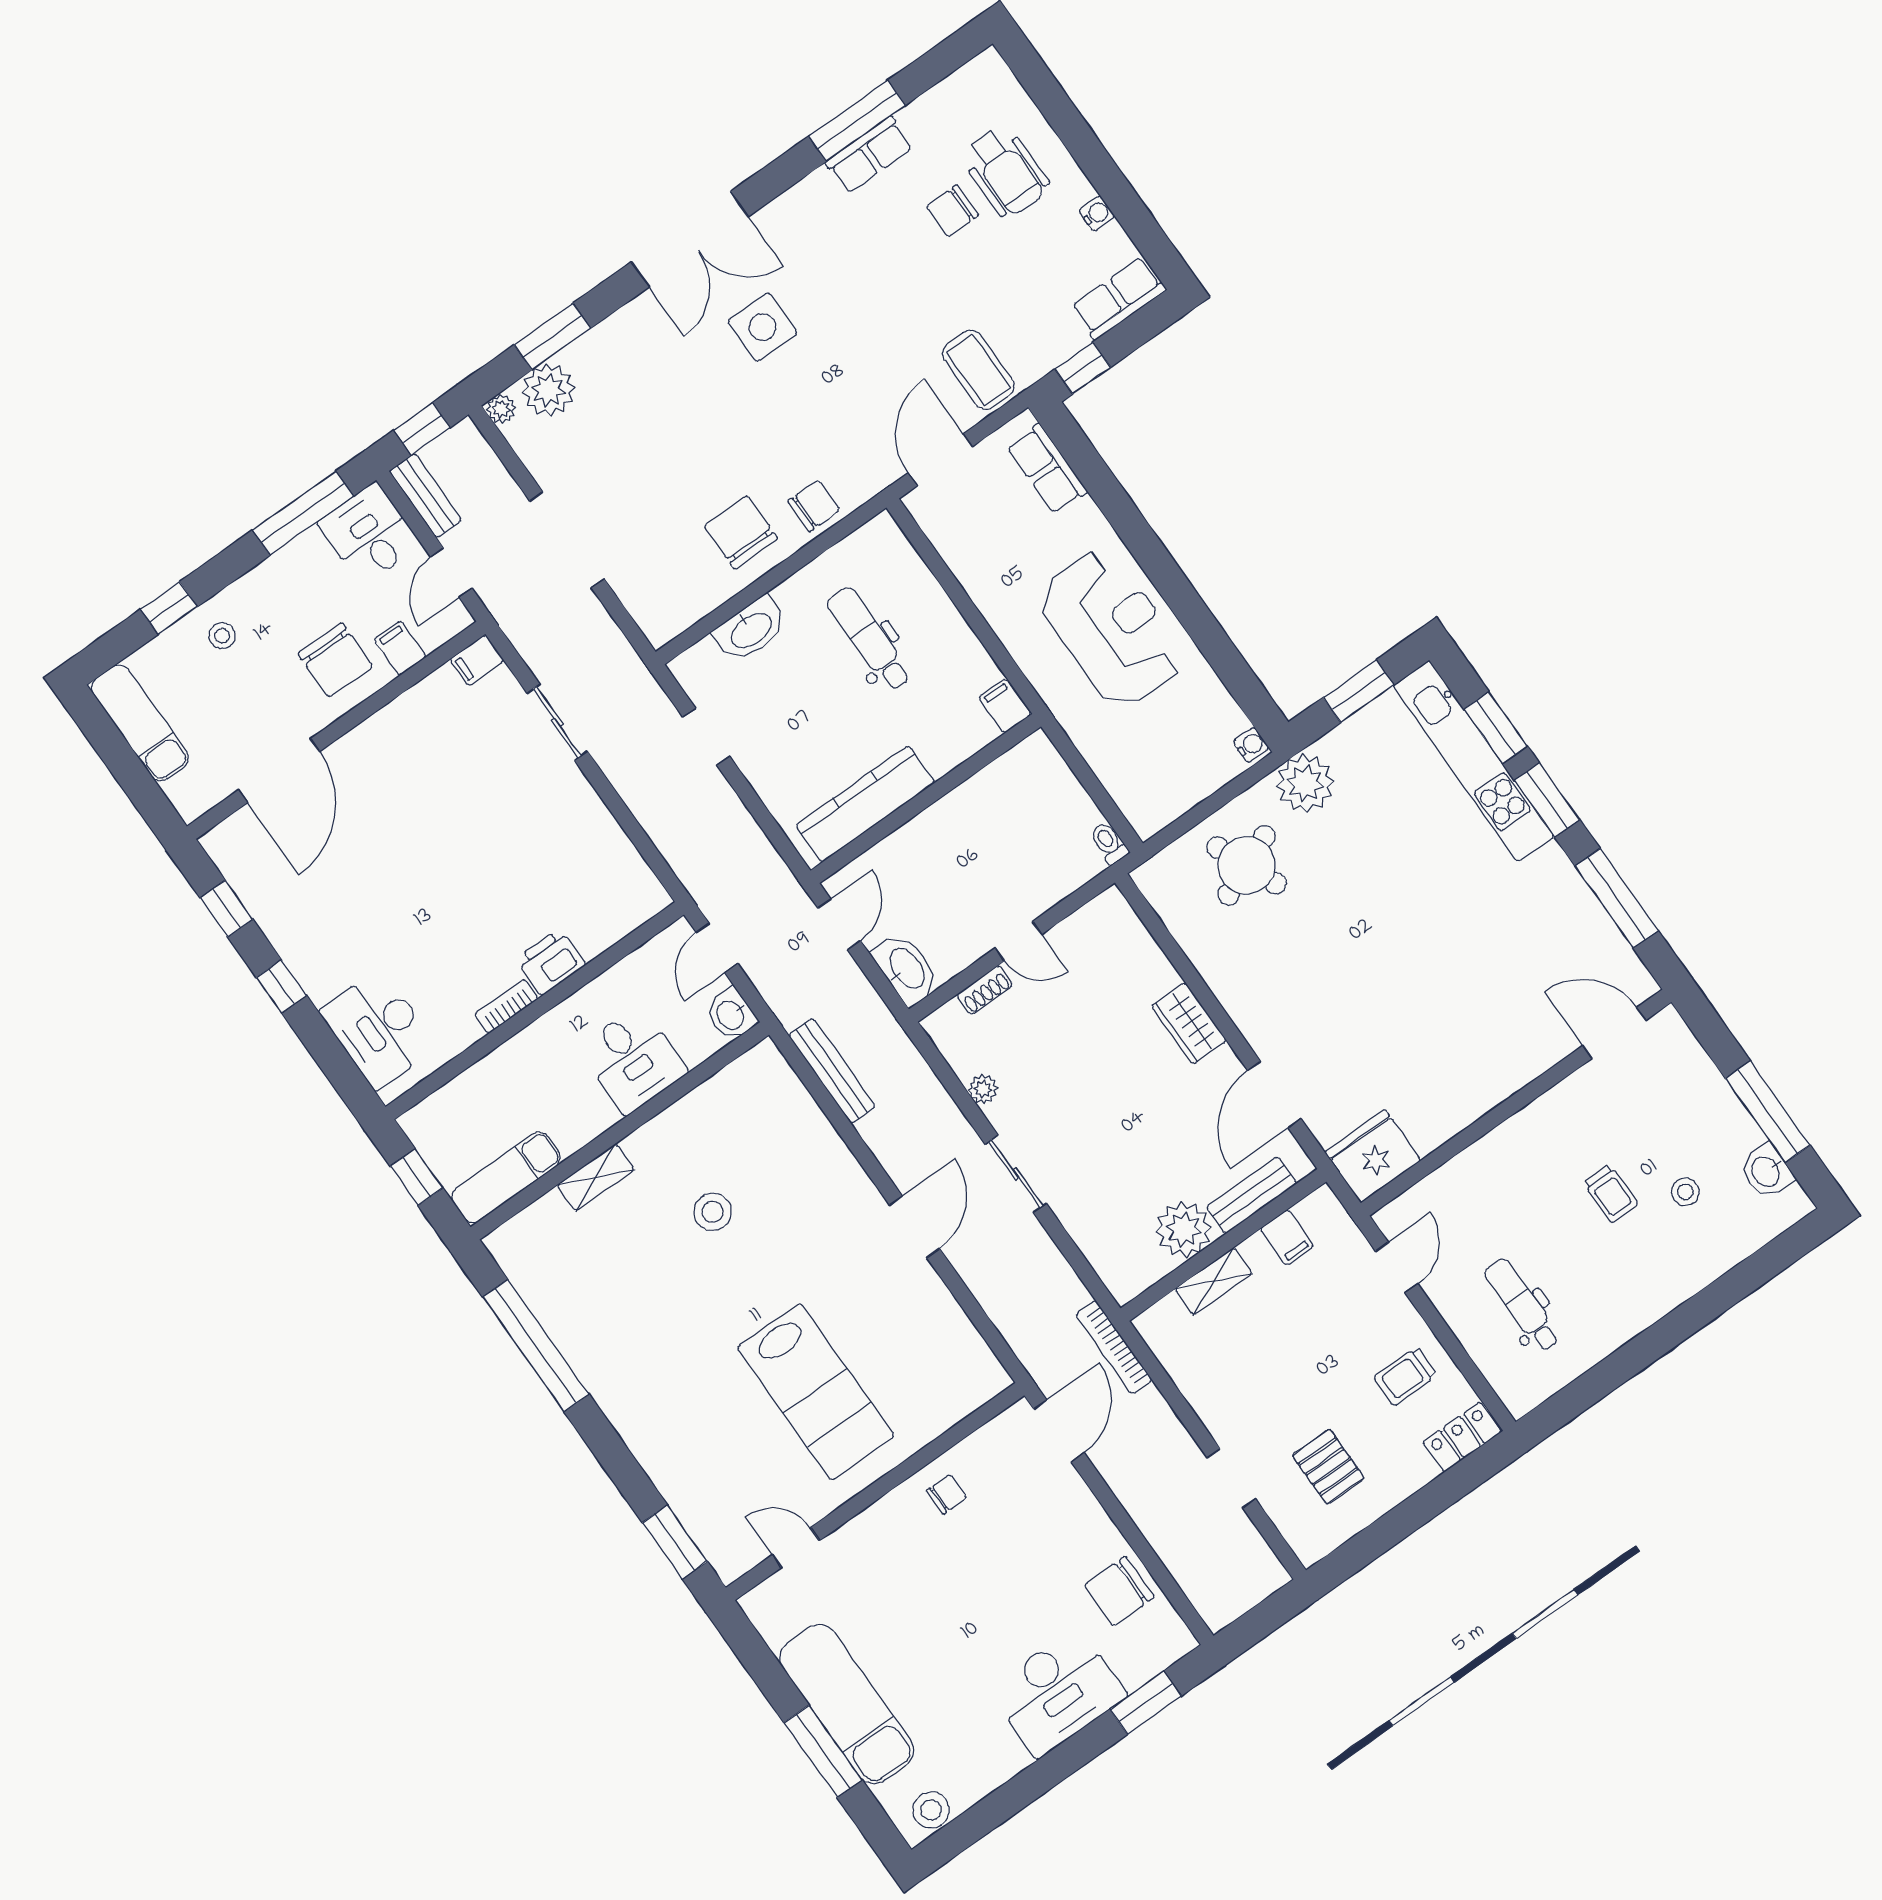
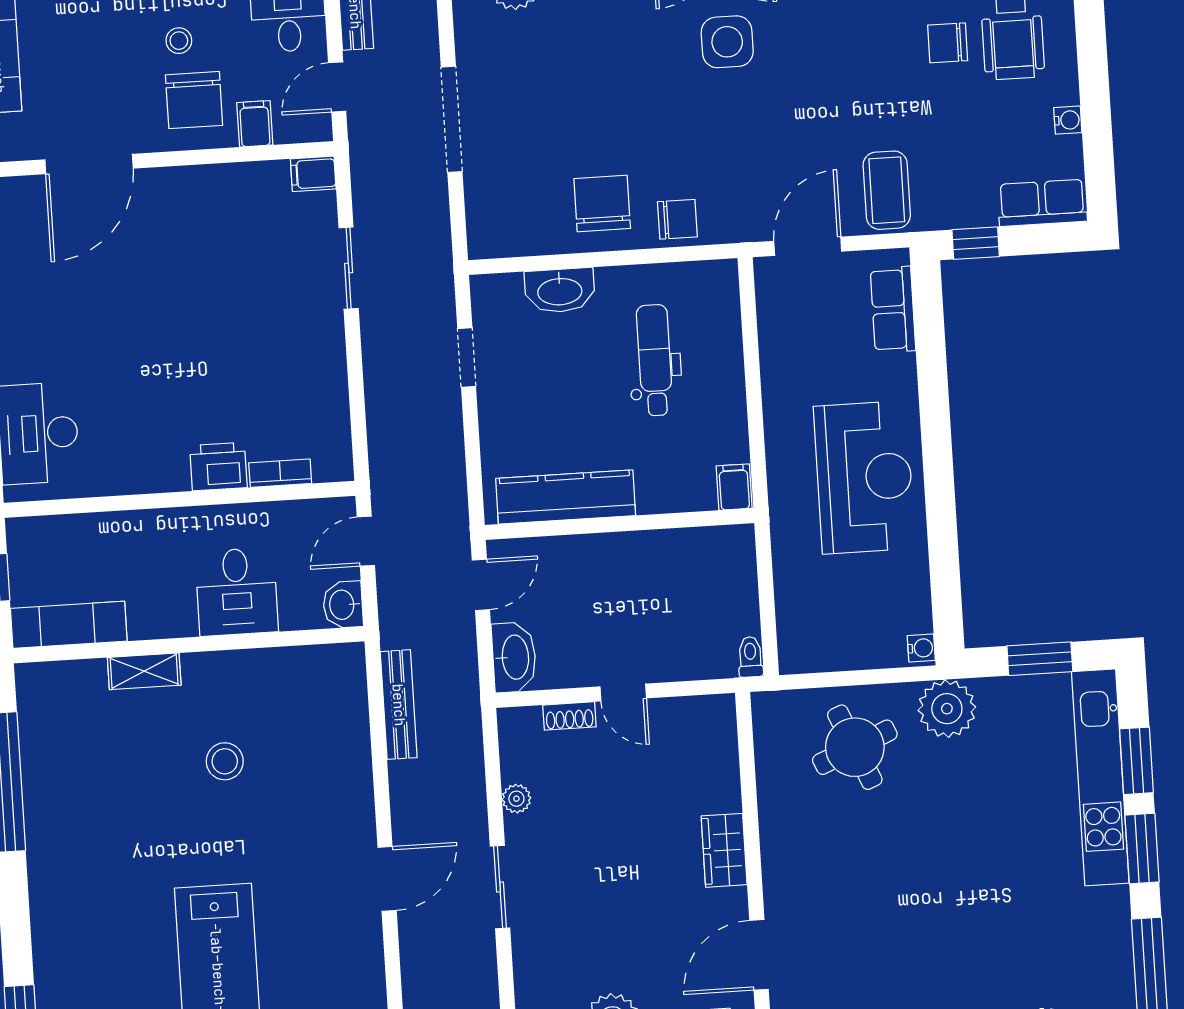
stool: (222, 636) -> (179, 41), moved
bookcase: (506, 1006) -> (280, 473), moved

